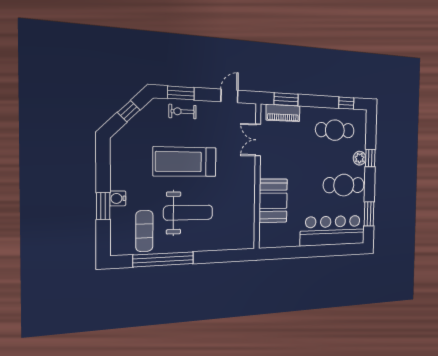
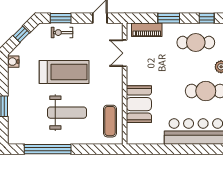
window: (286, 99) -> (169, 18), moved
treadmill: (185, 162) -> (64, 72), turned 180
water cooler: (118, 198) -> (13, 62), moved
exercise mat: (144, 231) -> (110, 121), moved

